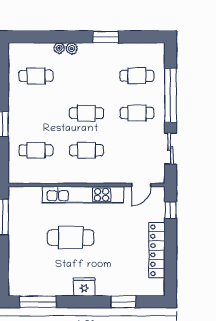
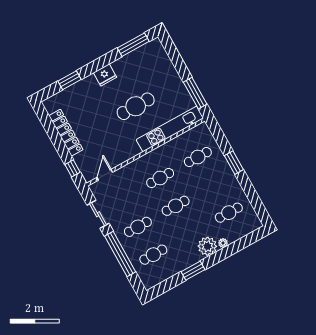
plant: (72, 49) -> (207, 246), width x1.88, depth x1.88
kitchen unit: (83, 195) -> (170, 129), moved

